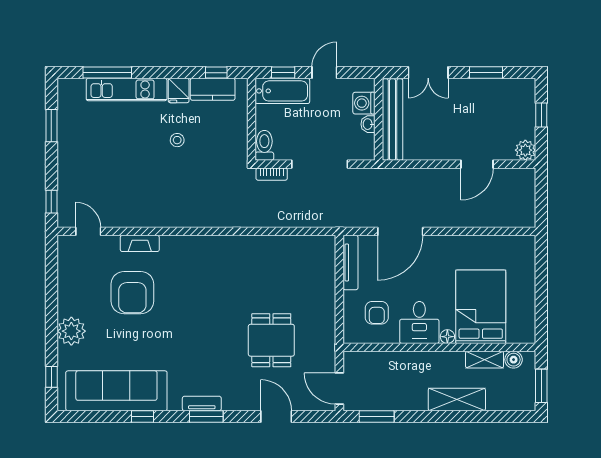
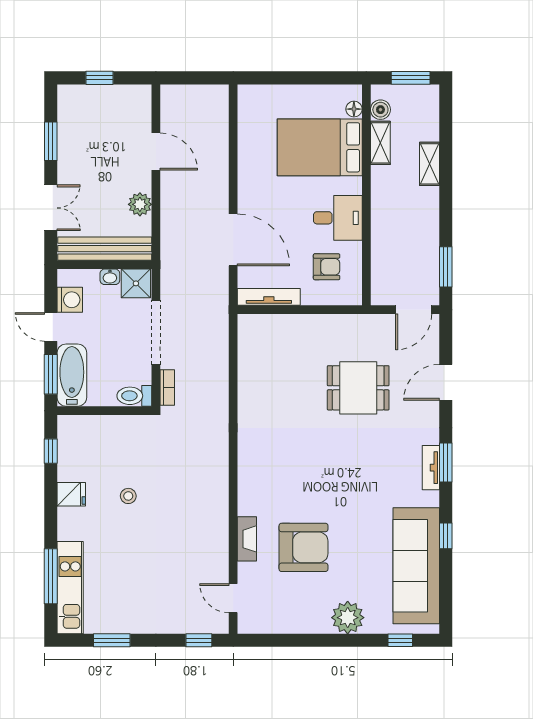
window: (283, 73) -> (51, 374), width x1.50
kitchen unit: (127, 89) -> (70, 588), moved
kitchen counter: (213, 89) -> (70, 455), removed
washing machine: (364, 103) -> (70, 300), moved, turned -90
shower: (362, 147) -> (136, 283), added
plant: (525, 150) -> (140, 204), moved
door: (88, 231) -> (233, 598), hinge flipped
floor lamp: (447, 337) -> (354, 109), moved
shelving: (457, 399) -> (429, 164), width x0.67, depth x0.75

